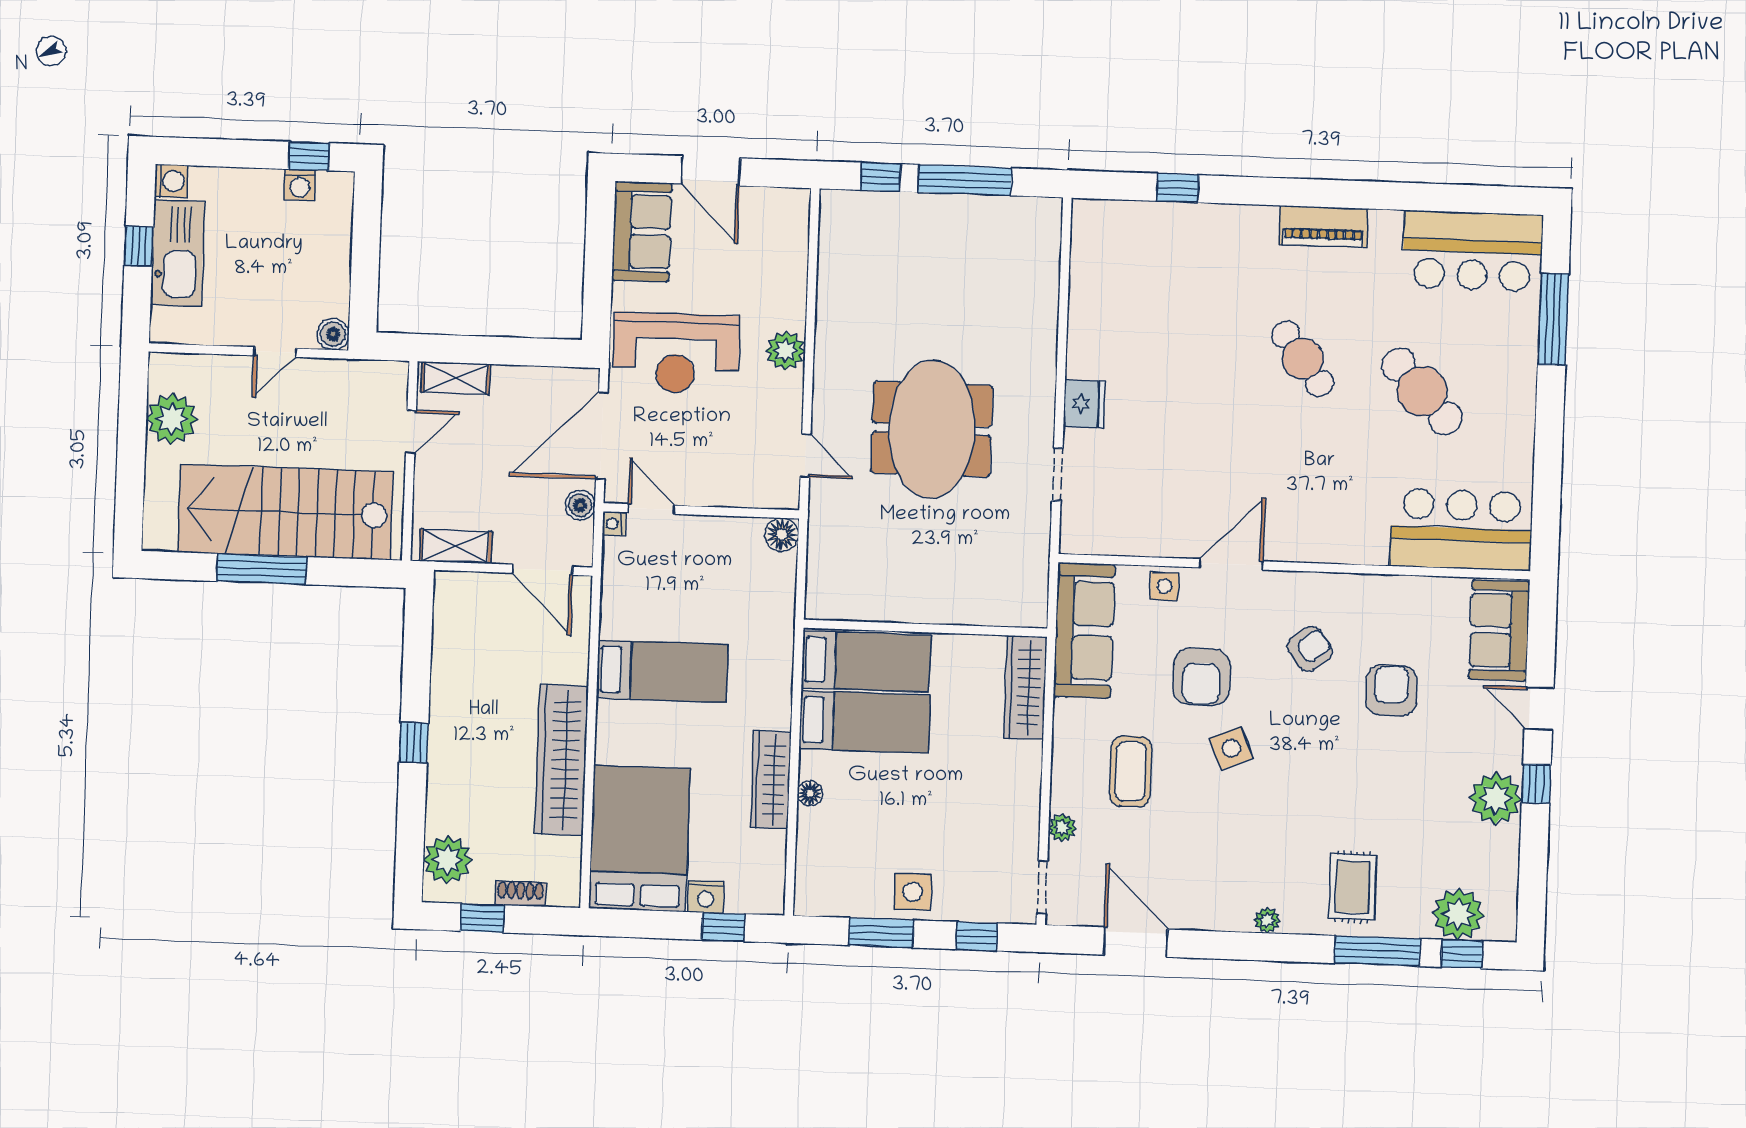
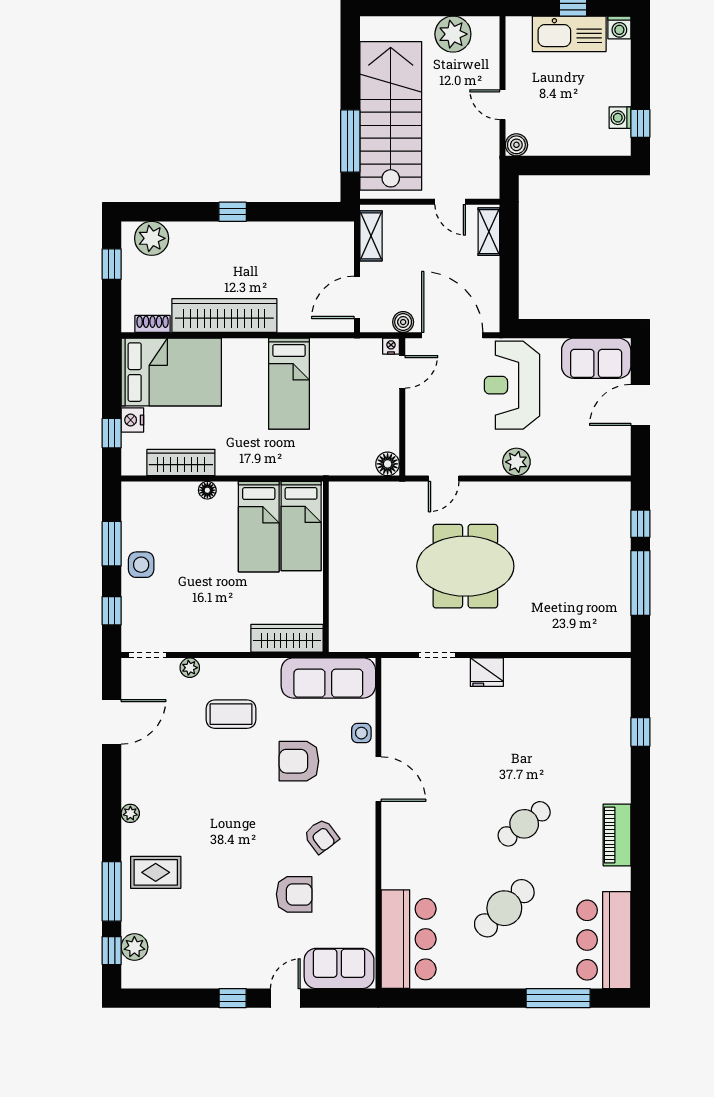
window: (262, 569) -> (350, 141), moved
side table: (1231, 748) -> (250, 784), removed
wardrobe: (771, 780) -> (181, 463), moved
plant: (1496, 798) -> (221, 970), removed
shoe rack: (520, 894) -> (153, 324), moved, turned -90
plant: (1458, 914) -> (134, 947), width x0.73, depth x0.73

